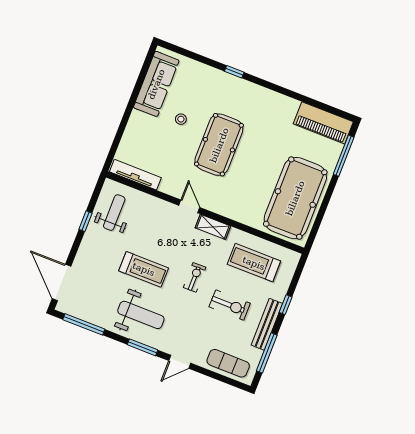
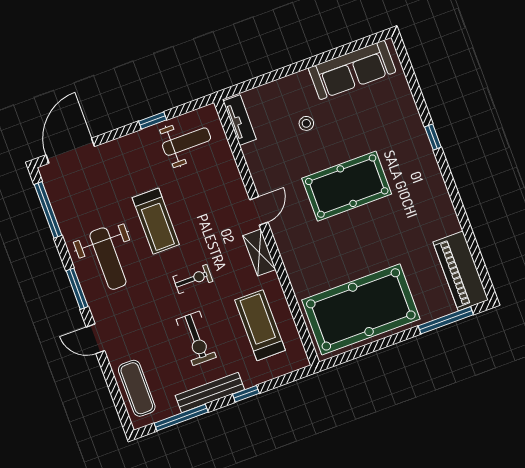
stool: (181, 119) -> (306, 123), moved
tv unit: (135, 175) -> (240, 120), width x0.71

